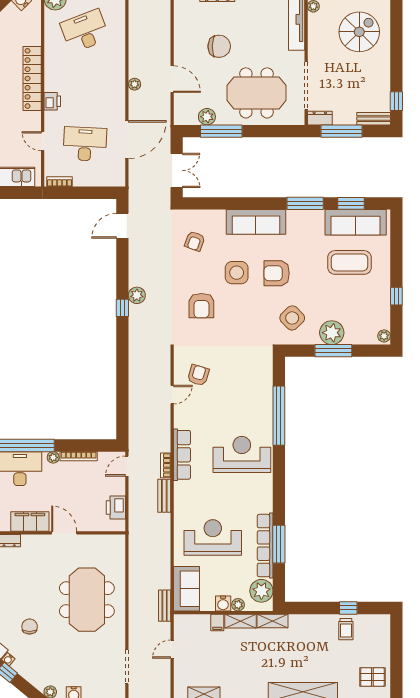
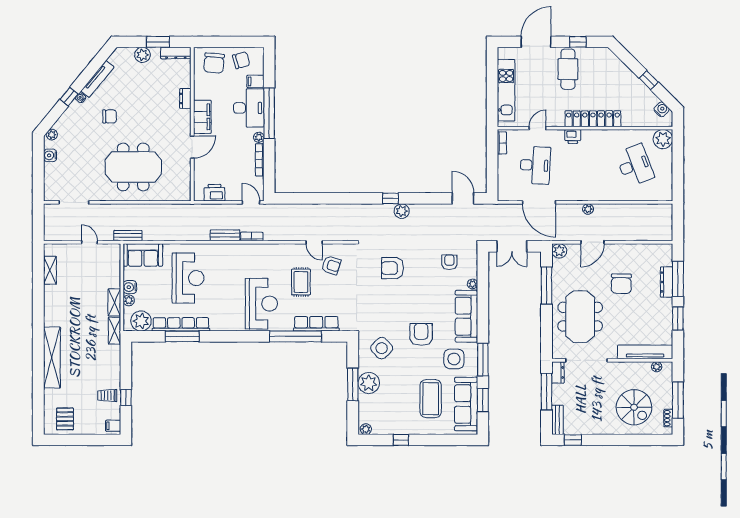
plant: (207, 117) -> (559, 251), moved
plant: (219, 215) -> (473, 284), added
armchair: (195, 241) -> (449, 262), turned 70
side table: (237, 273) -> (454, 359), moved
rug: (217, 410) -> (301, 282), added
row of seats: (182, 455) -> (316, 324), moved, turned 180
filing cabinet: (217, 622) -> (113, 426), moved

